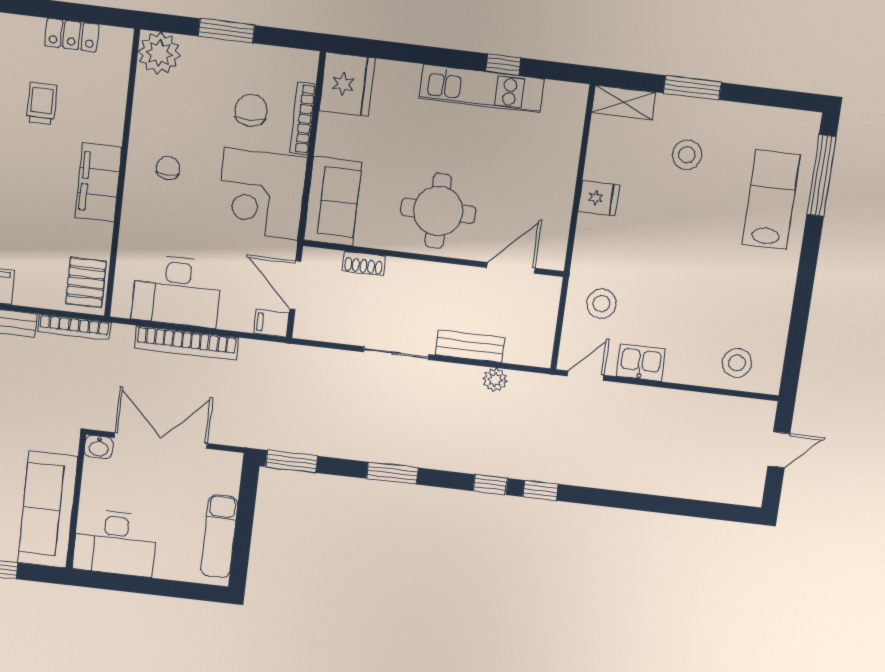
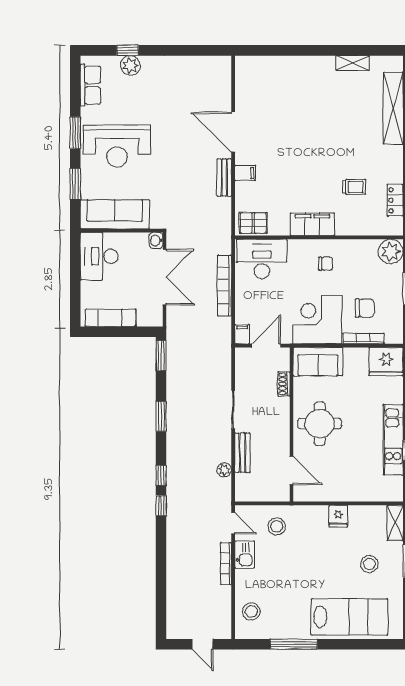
window: (821, 175) -> (294, 644), moved
lab bench: (771, 200) -> (349, 617), width x1.36, depth x1.39
desk: (177, 291) -> (262, 259), moved, turned 90
bookcase: (74, 327) -> (226, 564), moved

